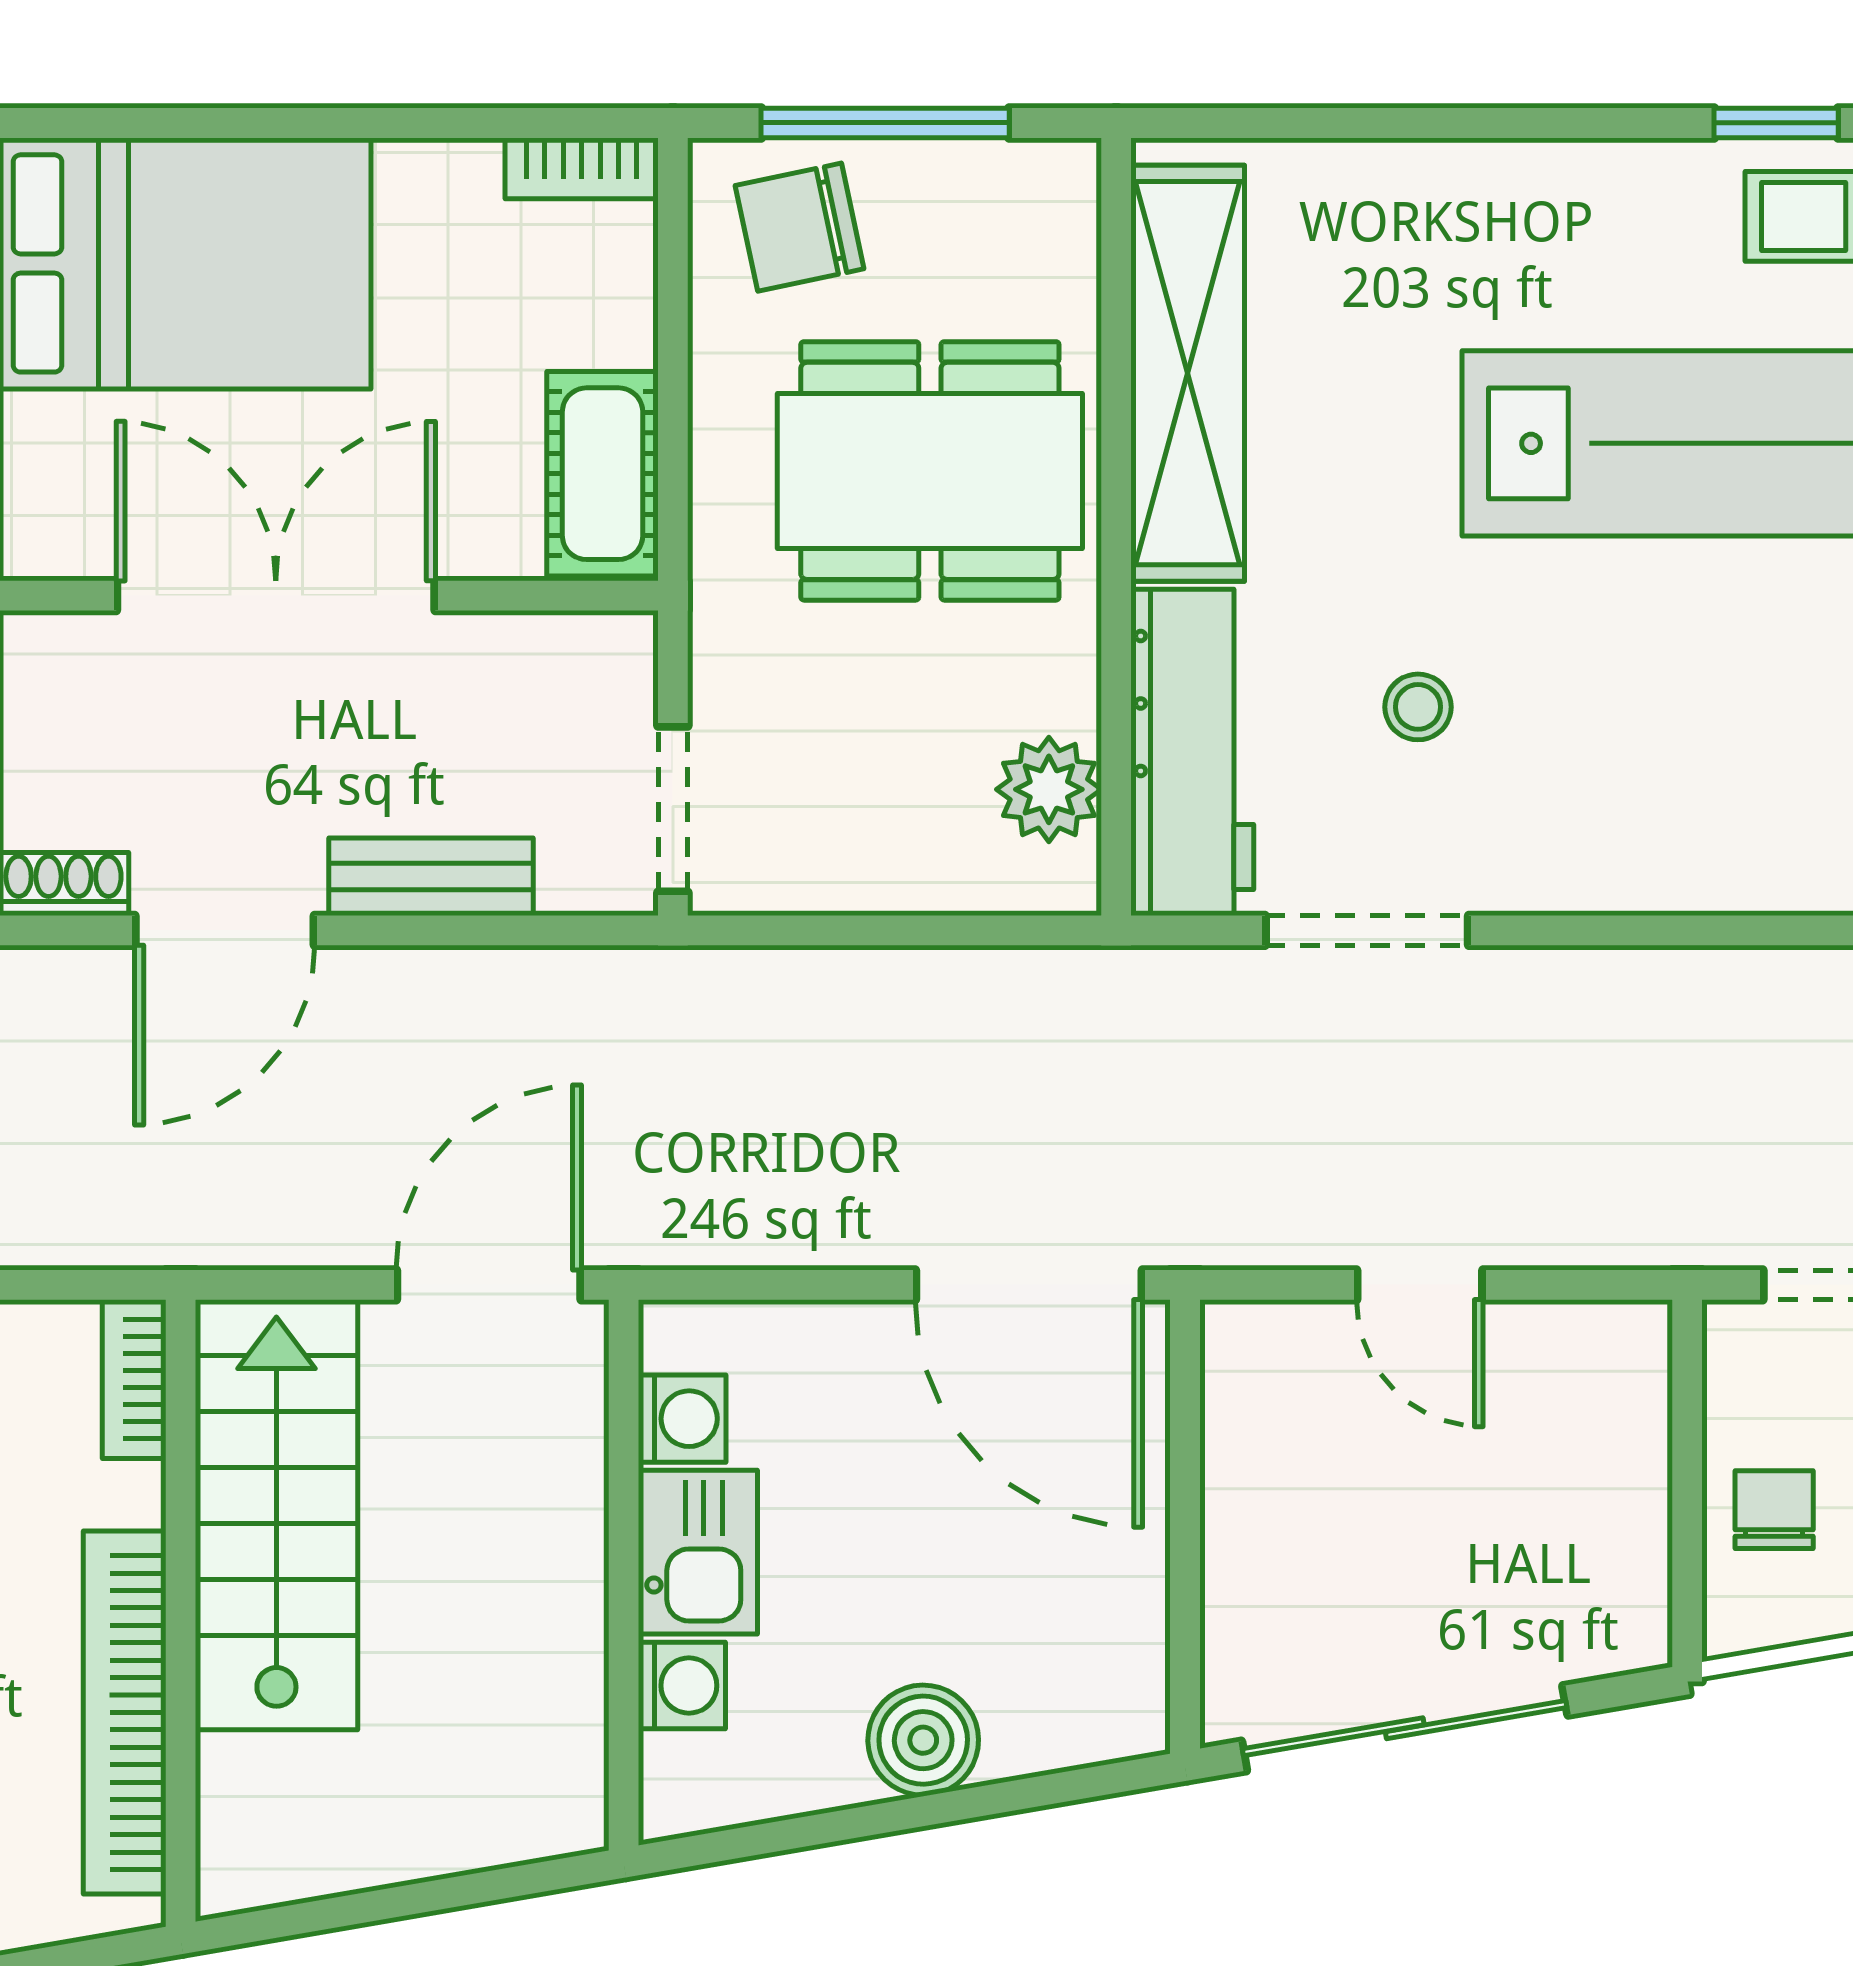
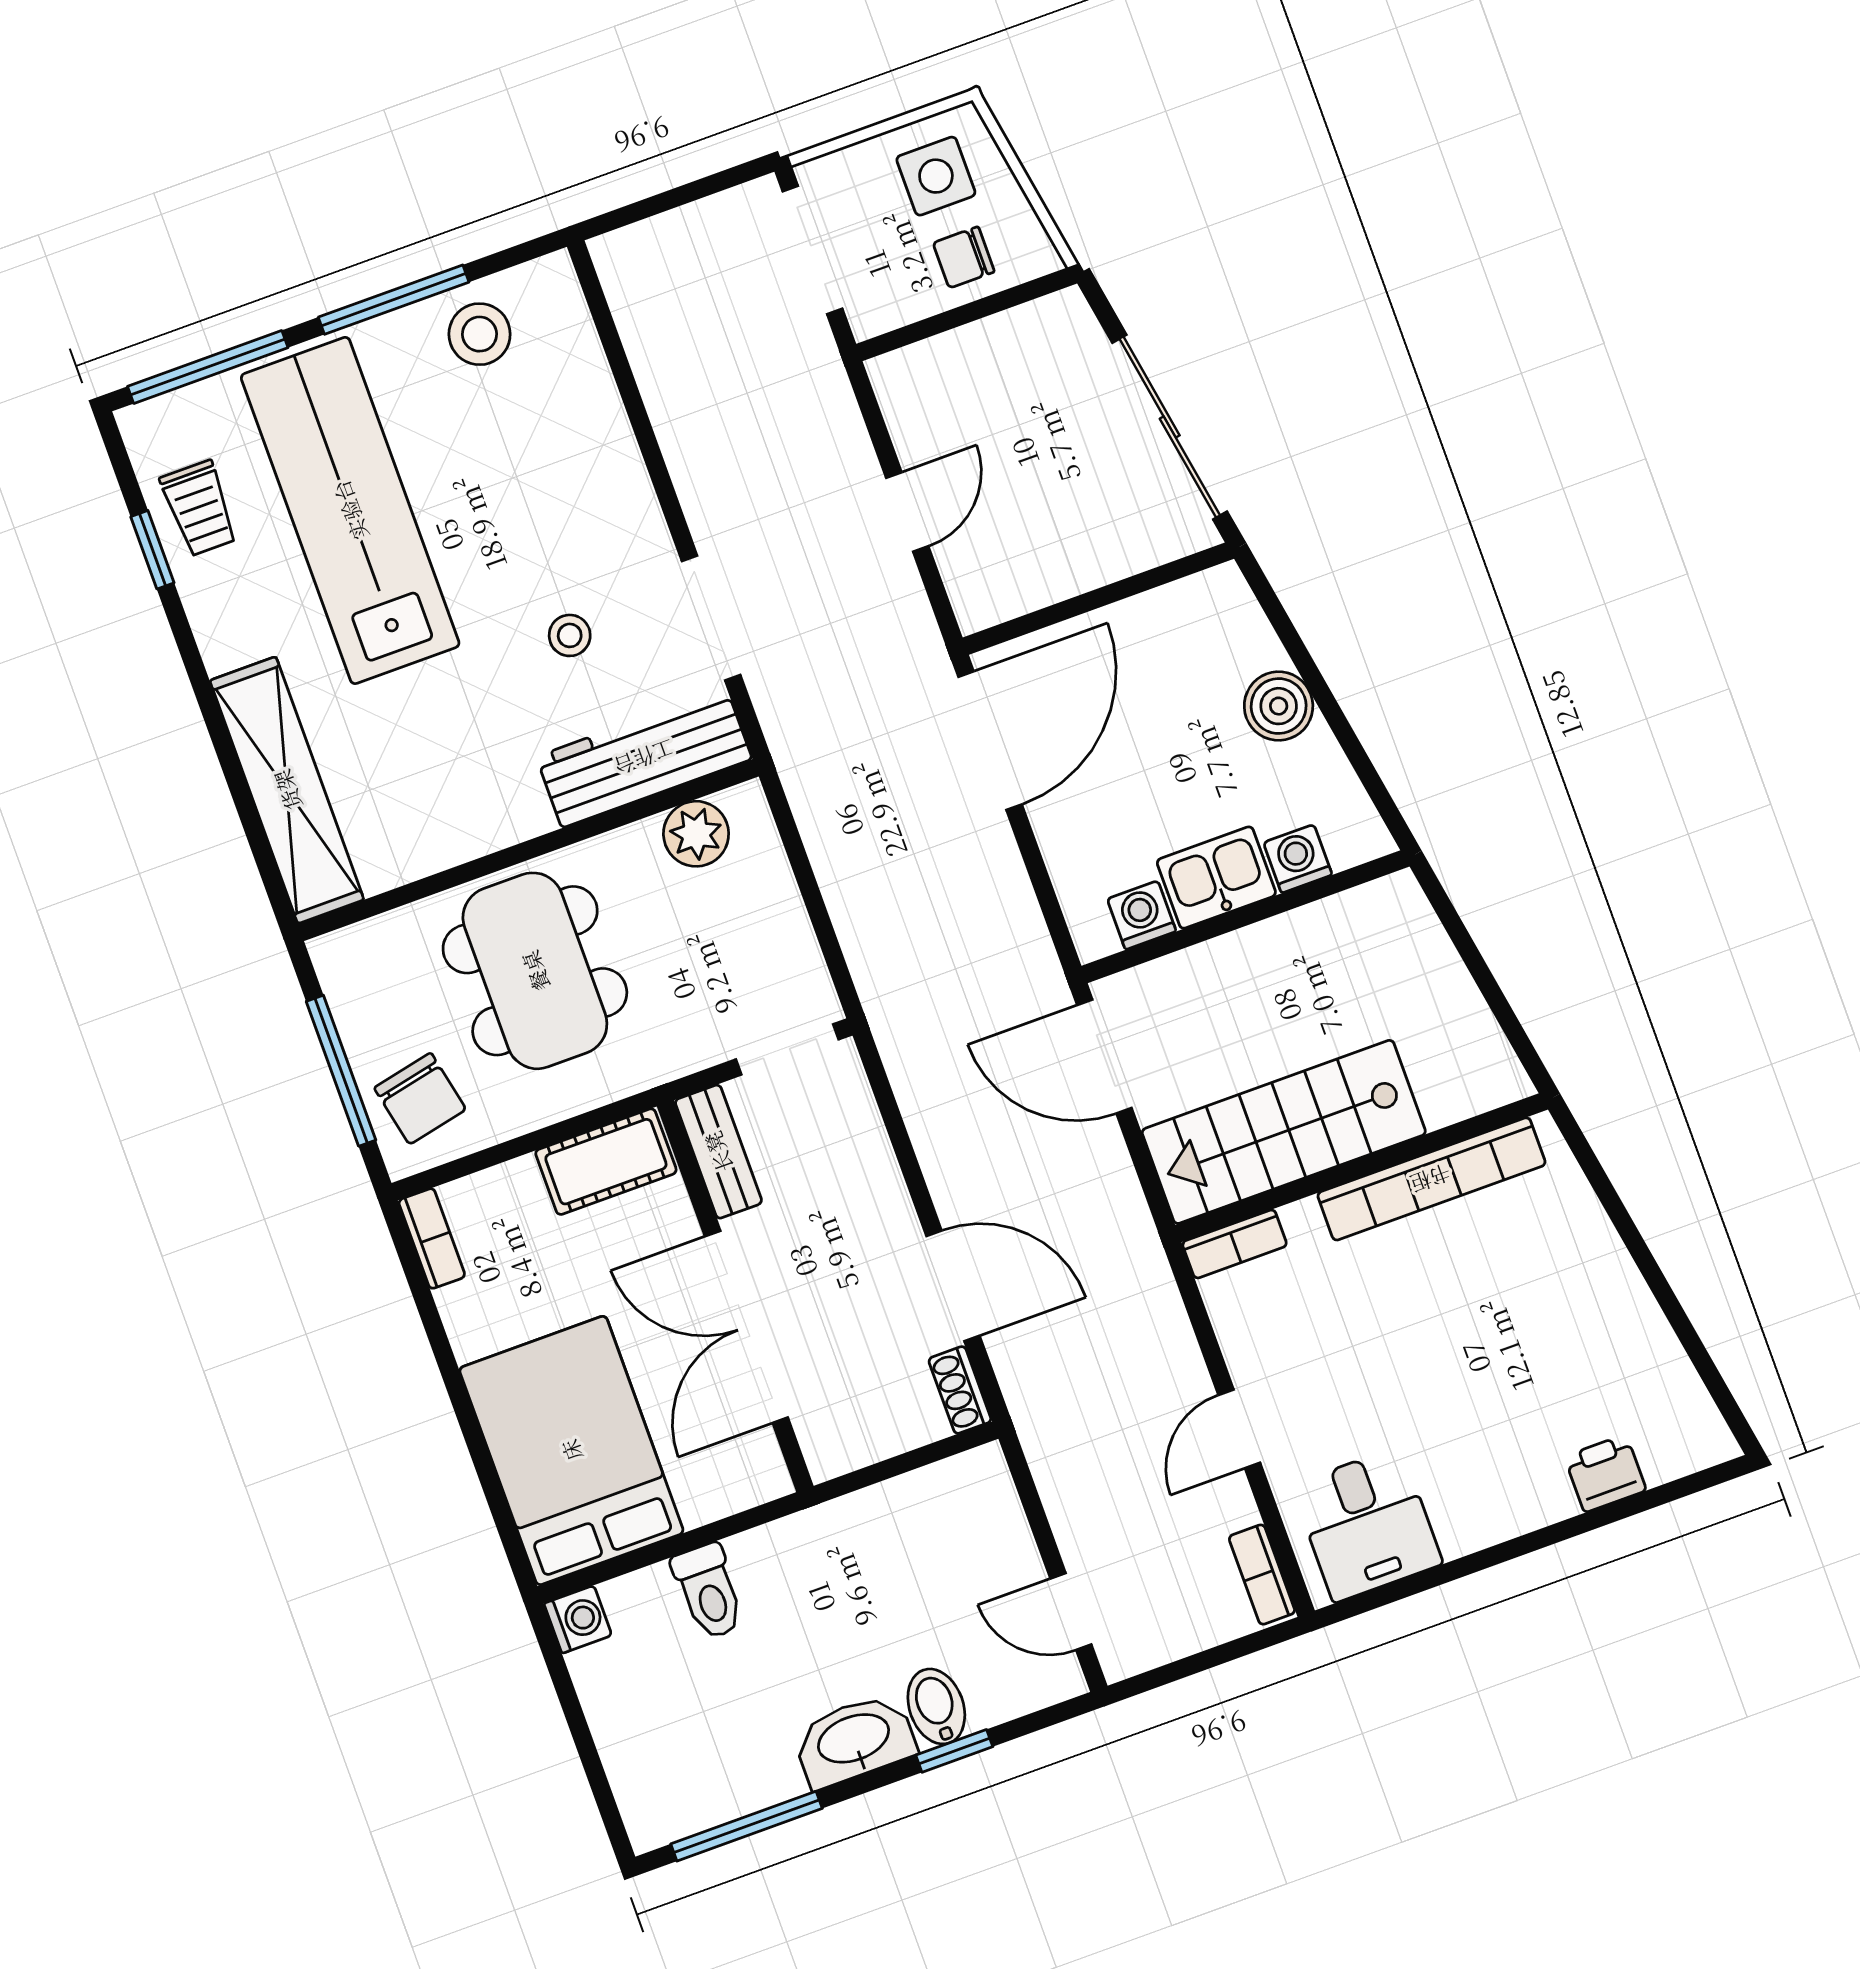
shelving: (1188, 373) -> (287, 790), moved, turned 90
bench: (431, 877) -> (718, 1152), moved

